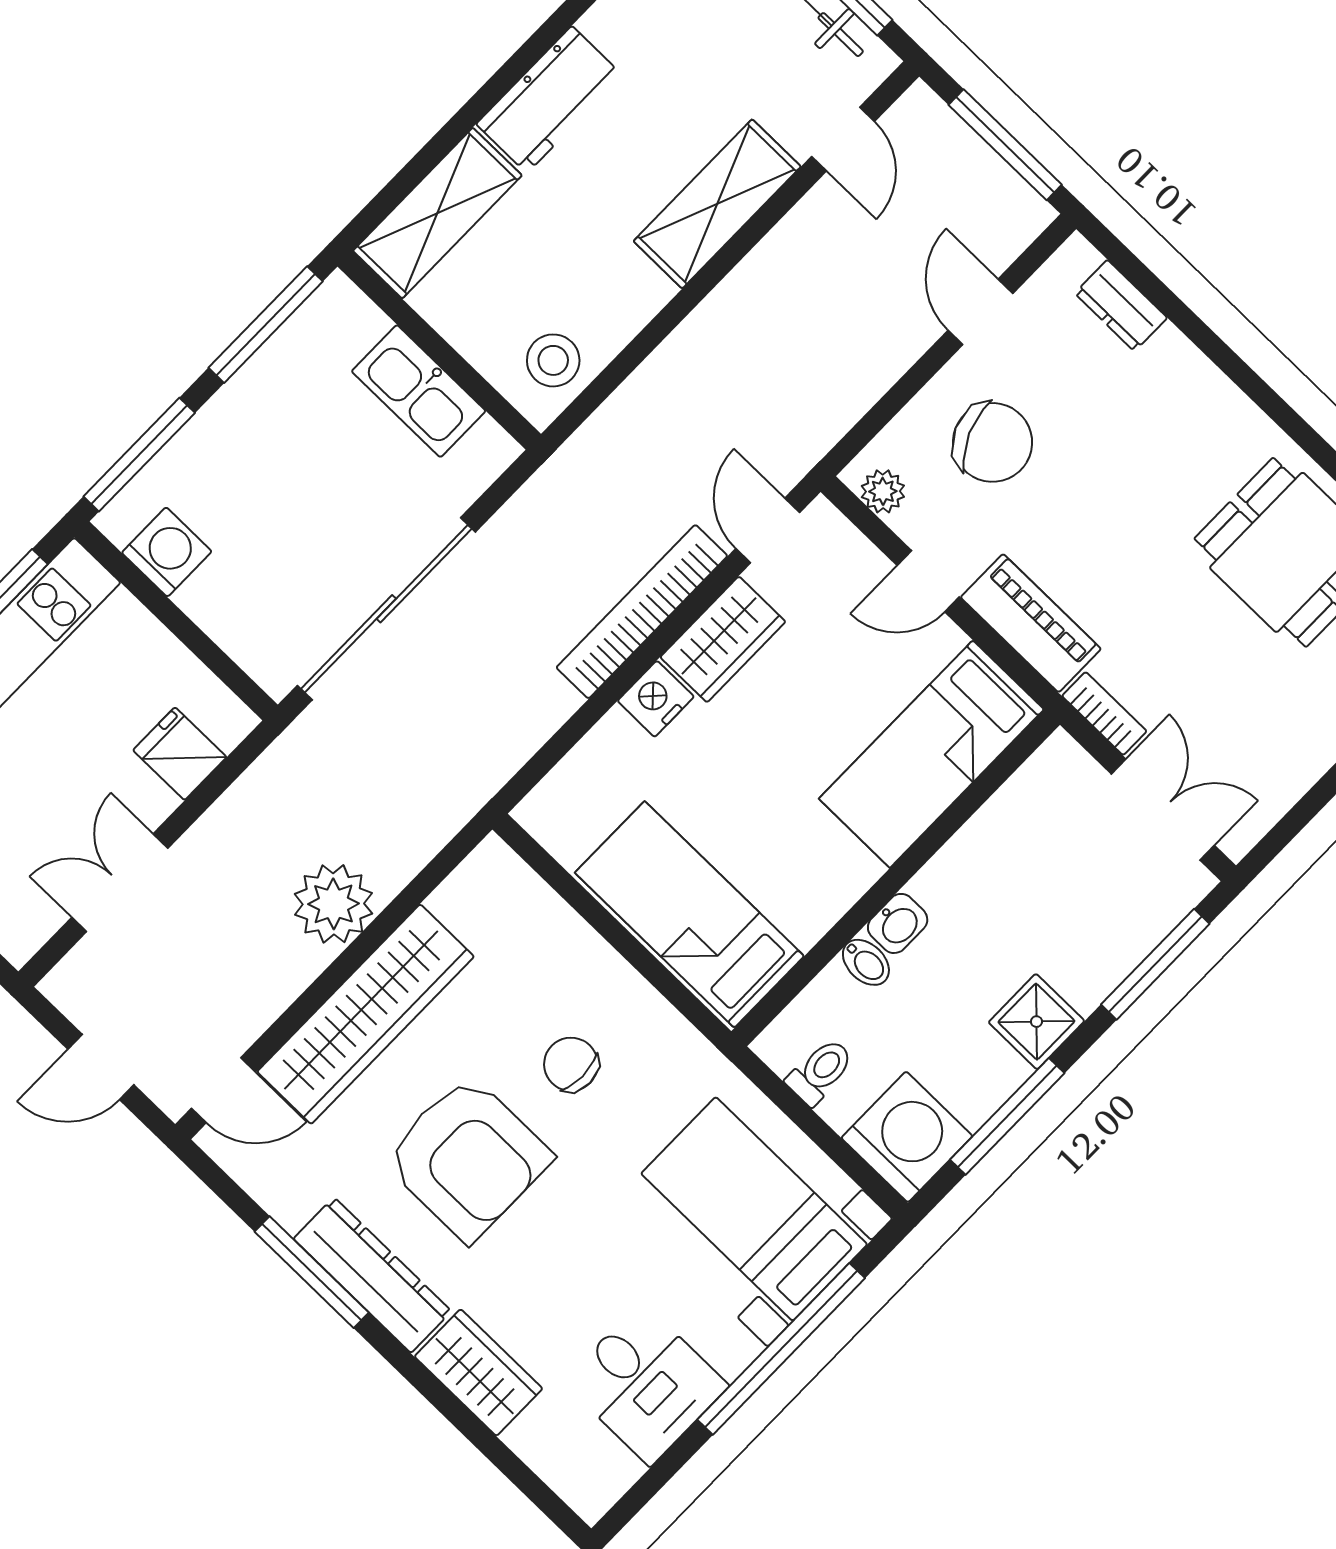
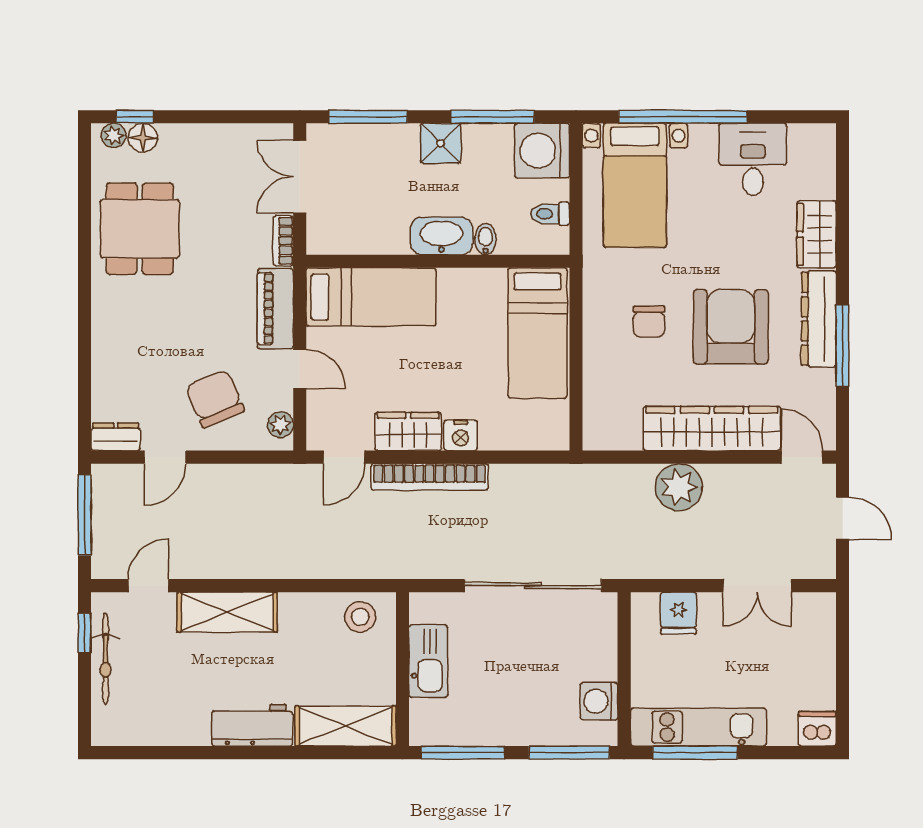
dresser: (1121, 306) -> (116, 437), moved, turned -90
washbasin: (898, 923) -> (441, 236), width x1.91, depth x1.45

